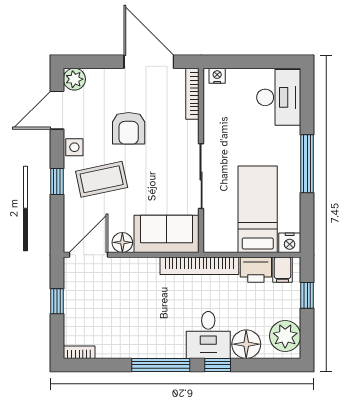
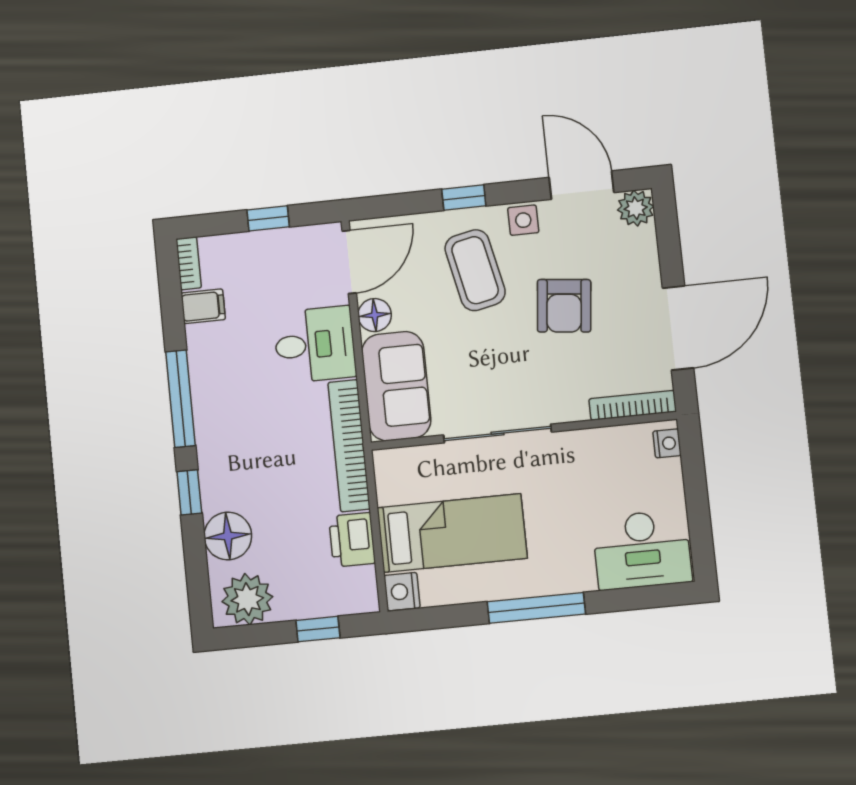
armchair: (129, 128) -> (564, 306), turned -84
door: (89, 255) -> (349, 262), hinge flipped
filing cabinet: (282, 270) -> (203, 306), moved, turned 180
desk: (208, 335) -> (315, 345), moved, turned 180

